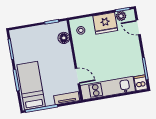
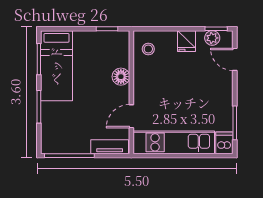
fridge: (105, 23) -> (187, 41), width x0.53, depth x0.75
floor lamp: (64, 38) -> (121, 77), moved
door: (77, 76) -> (131, 116), swing flipped
bed: (31, 86) -> (56, 66), moved, turned 180

